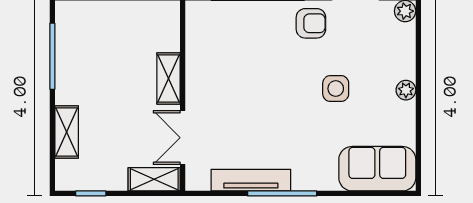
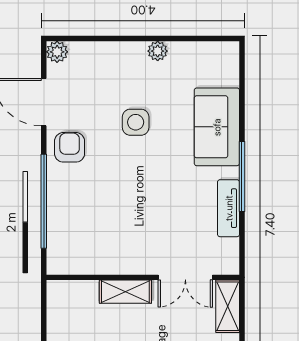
plant: (406, 90) -> (158, 51), moved
sofa: (377, 169) -> (217, 127), moved
tv unit: (251, 180) -> (229, 208), width x0.71

